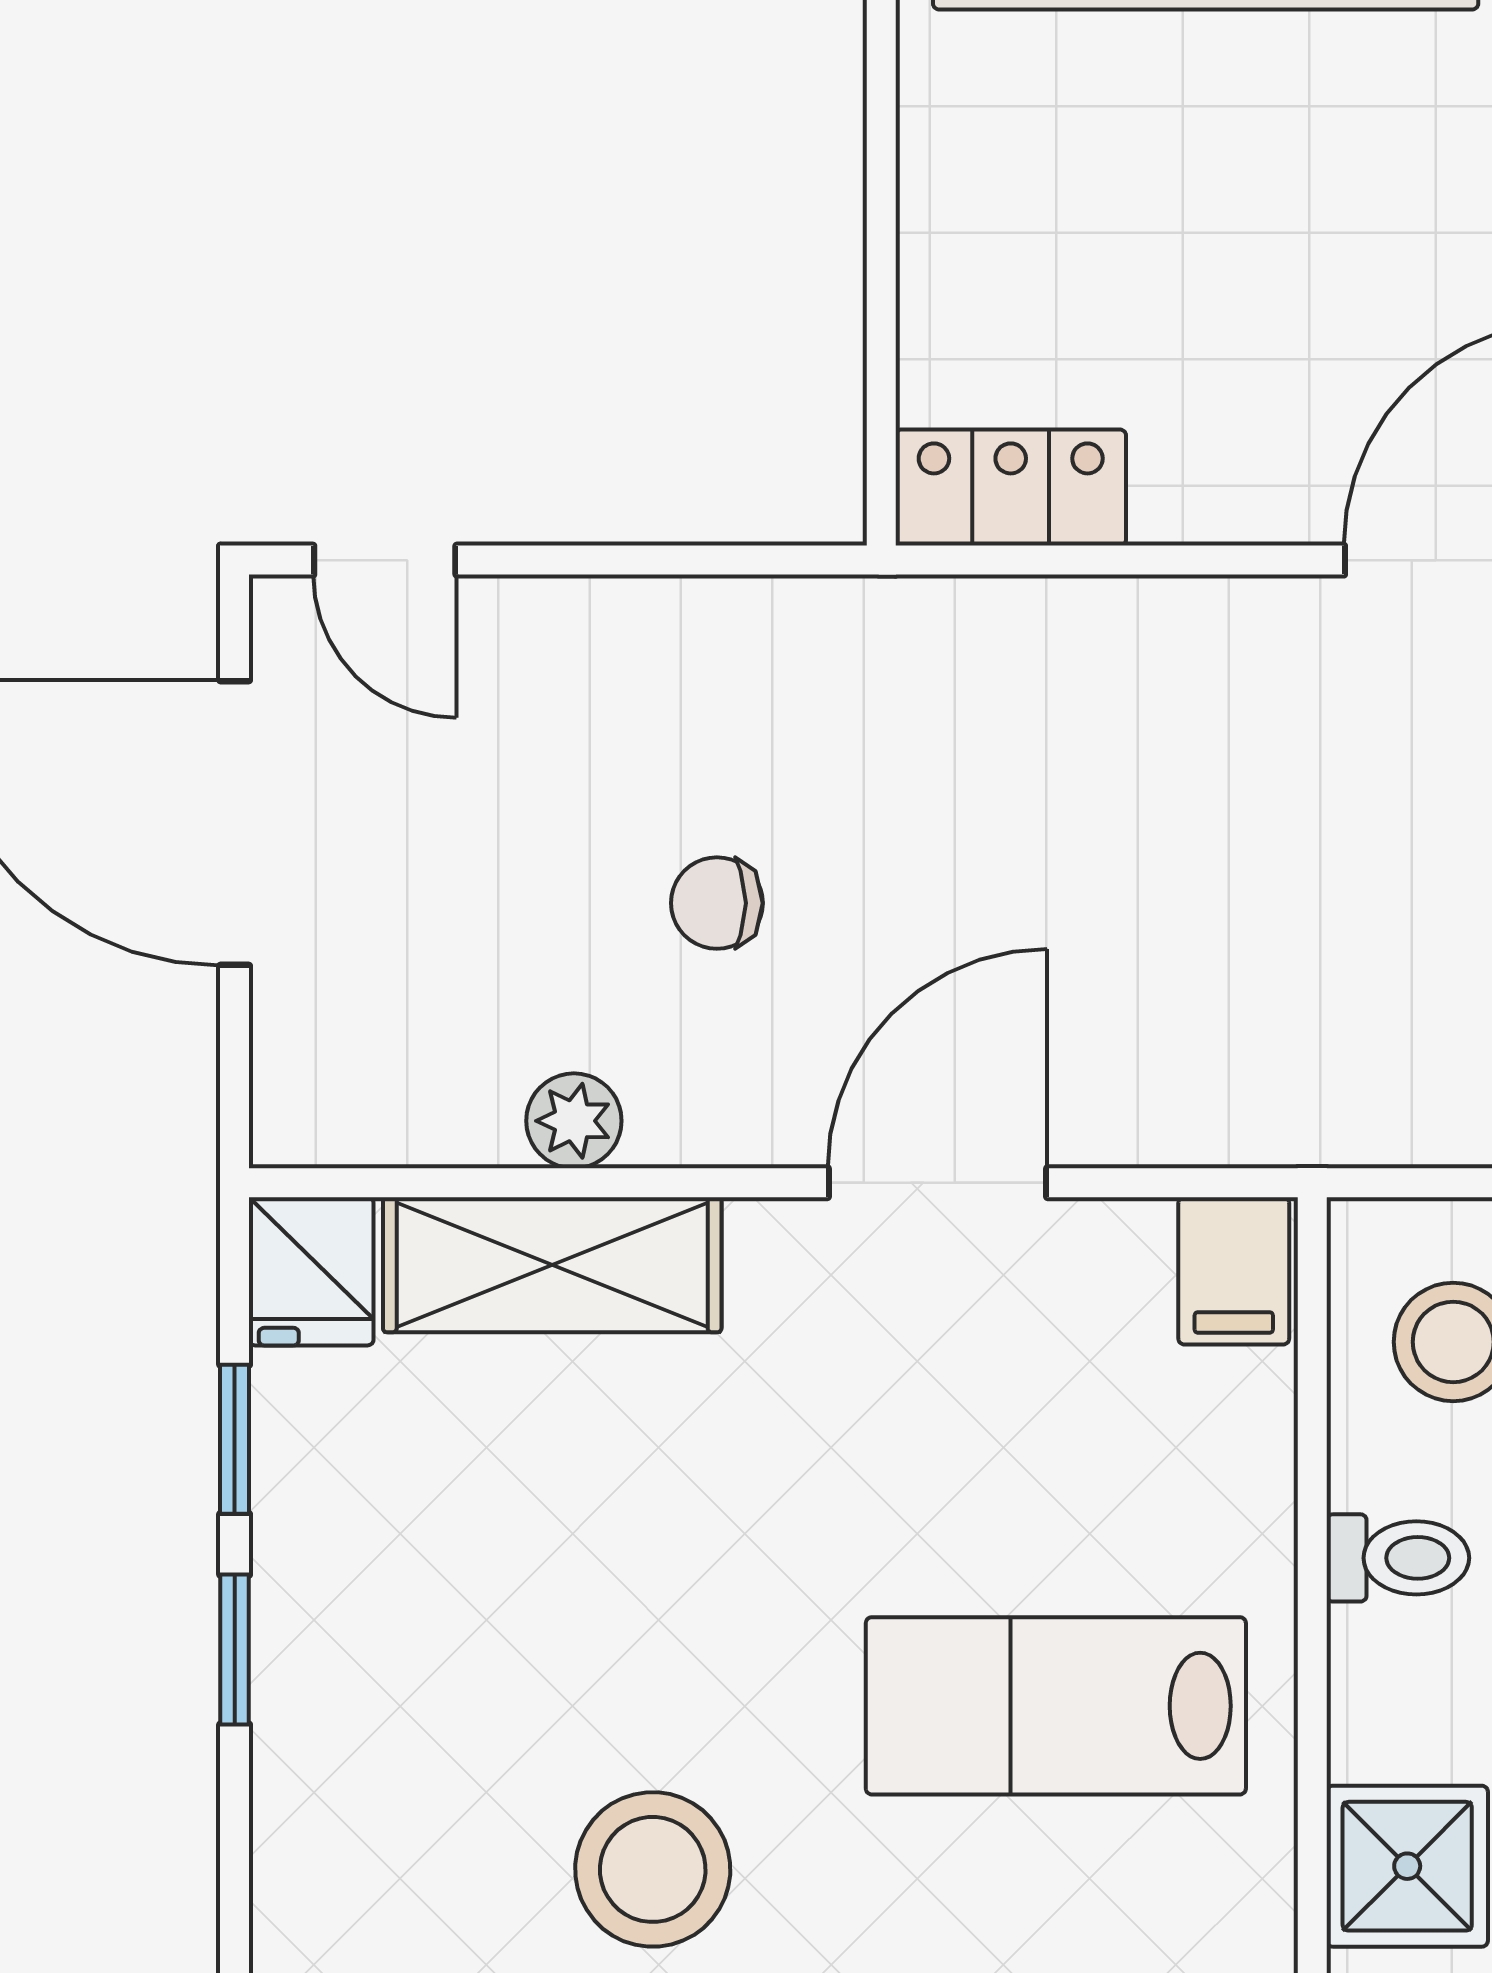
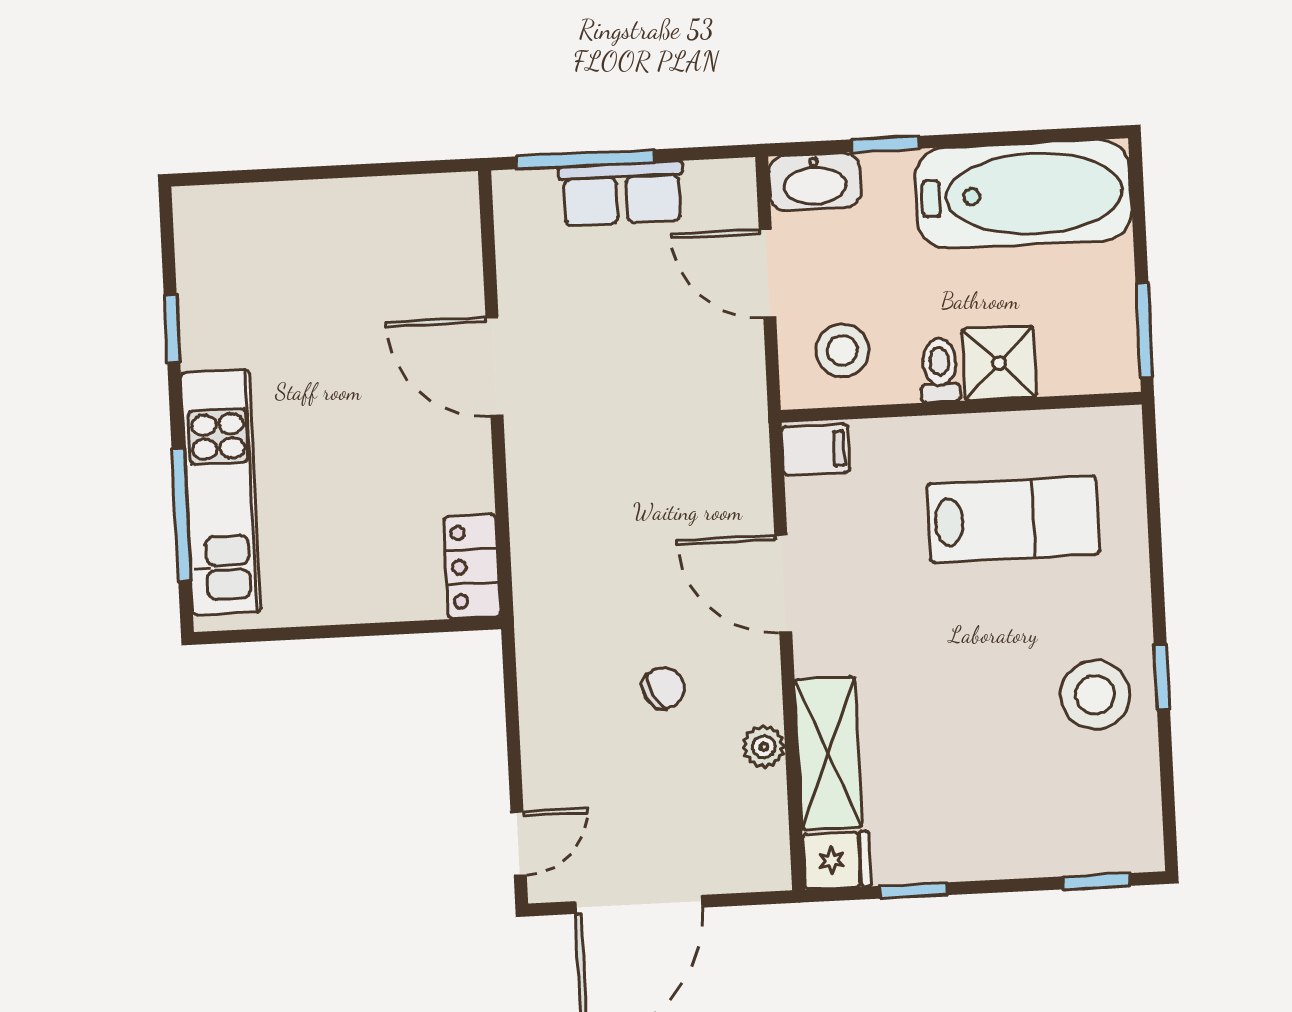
chair: (717, 903) -> (664, 688), turned -116
window: (235, 1650) -> (1096, 881), moved
lab bench: (1056, 1706) -> (1013, 519), turned -90
shower: (1407, 1866) -> (999, 363), moved

